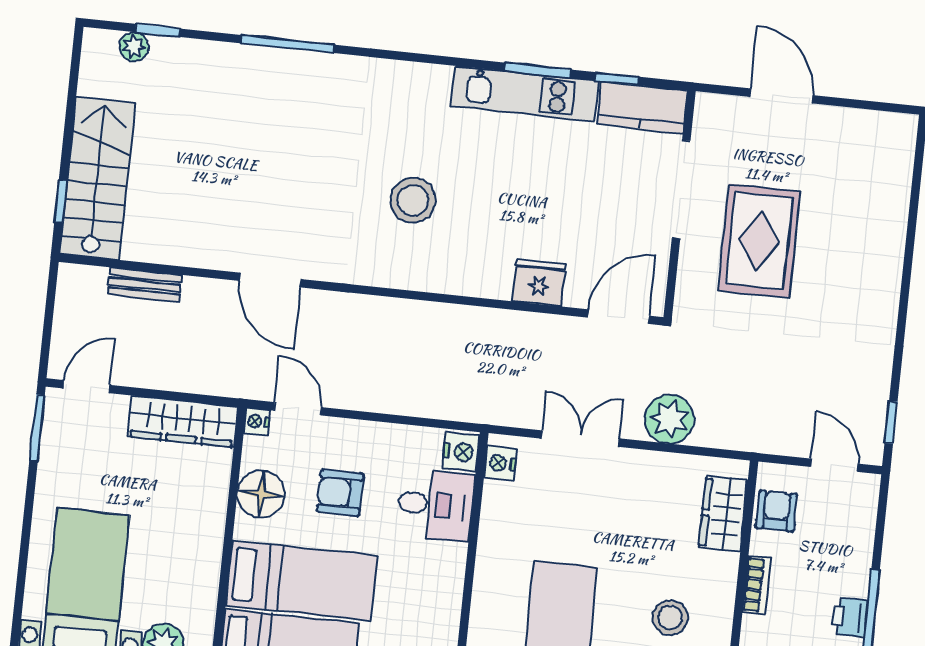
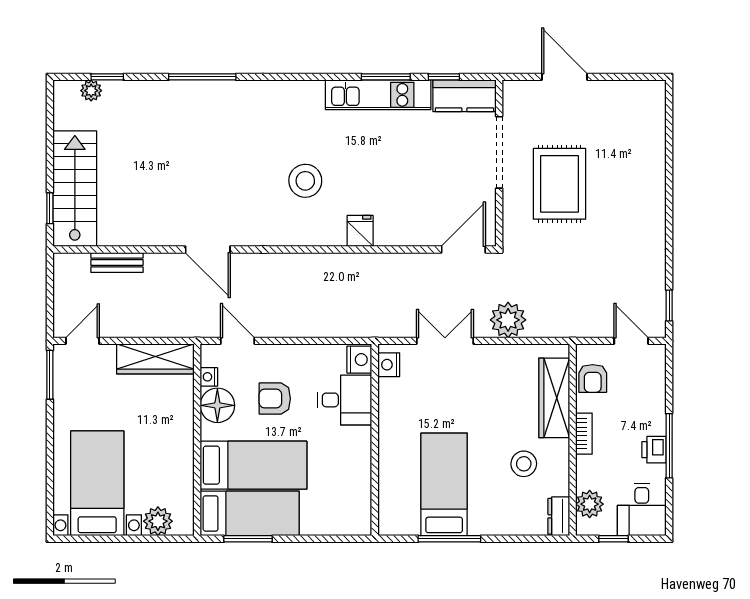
fridge: (539, 283) -> (360, 231), moved, width x0.72
nightstand: (257, 421) -> (209, 377), moved
armchair: (776, 511) -> (593, 378), turned 180
wardrobe: (723, 514) -> (554, 398), width x1.50

